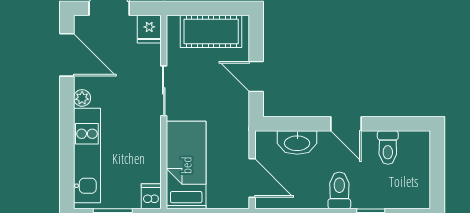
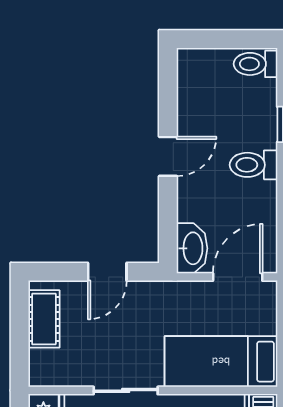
cot: (211, 31) -> (44, 319), width x0.73, depth x0.75
washbasin: (297, 143) -> (192, 248), moved
toilet: (388, 148) -> (256, 64), moved, turned 180

